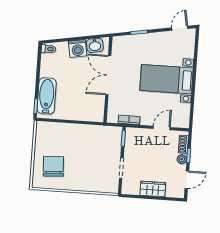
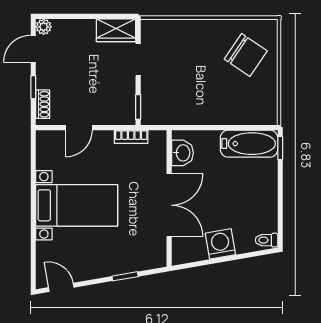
door: (180, 28) -> (61, 287), swing flipped
washbasin: (95, 45) -> (182, 153), moved, turned 100
bathtub: (47, 96) -> (249, 144), moved, turned -90
plant: (182, 159) -> (44, 27), moved
chair: (53, 166) -> (246, 55), turned -53
wardrobe: (153, 189) -> (116, 30), moved

